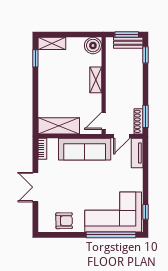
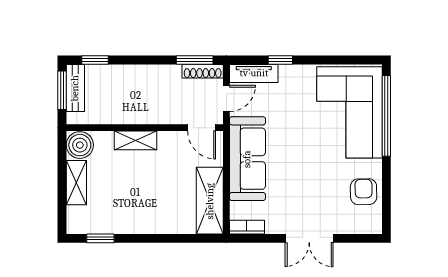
shelving: (52, 43) -> (76, 183), moved
door: (122, 136) -> (226, 98), hinge flipped
window: (145, 212) -> (280, 60), moved

